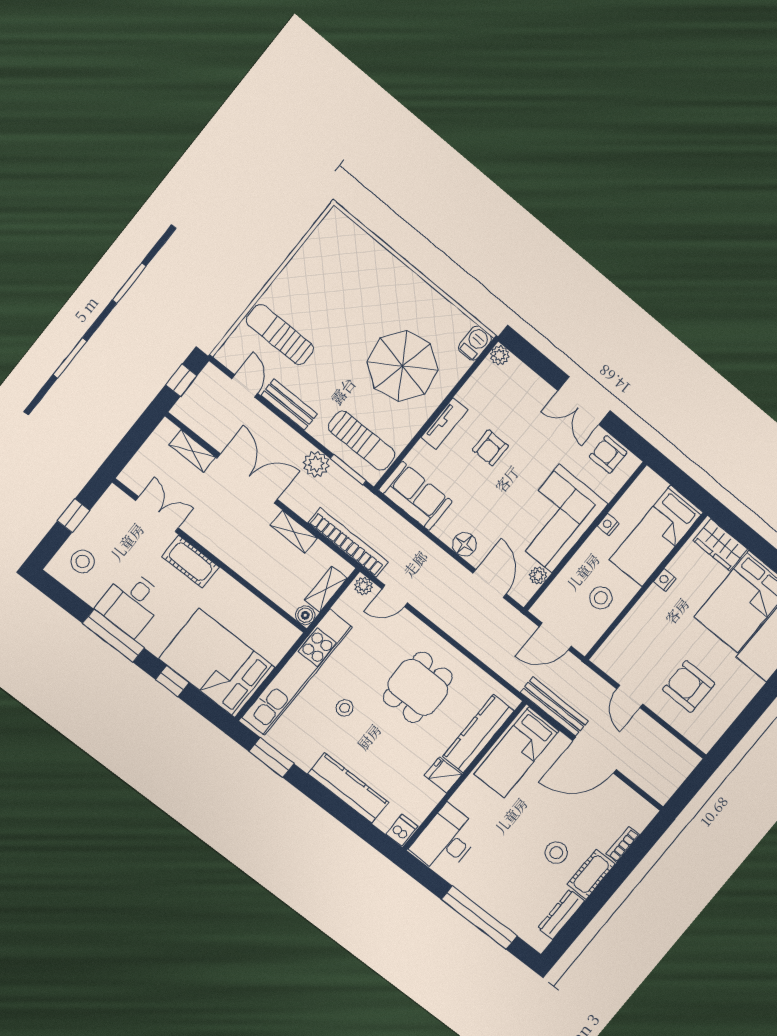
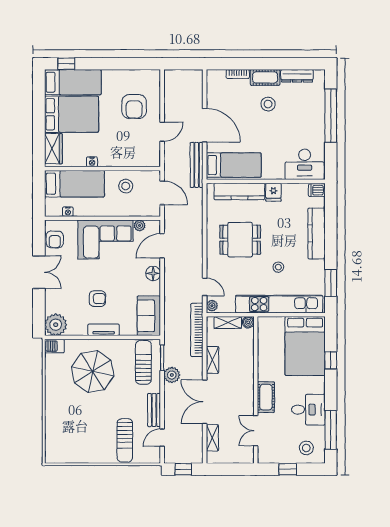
plant: (500, 355) -> (56, 325), width x1.88, depth x1.88
nightstand: (608, 525) -> (68, 212), moved
window: (113, 636) -> (331, 430), moved

